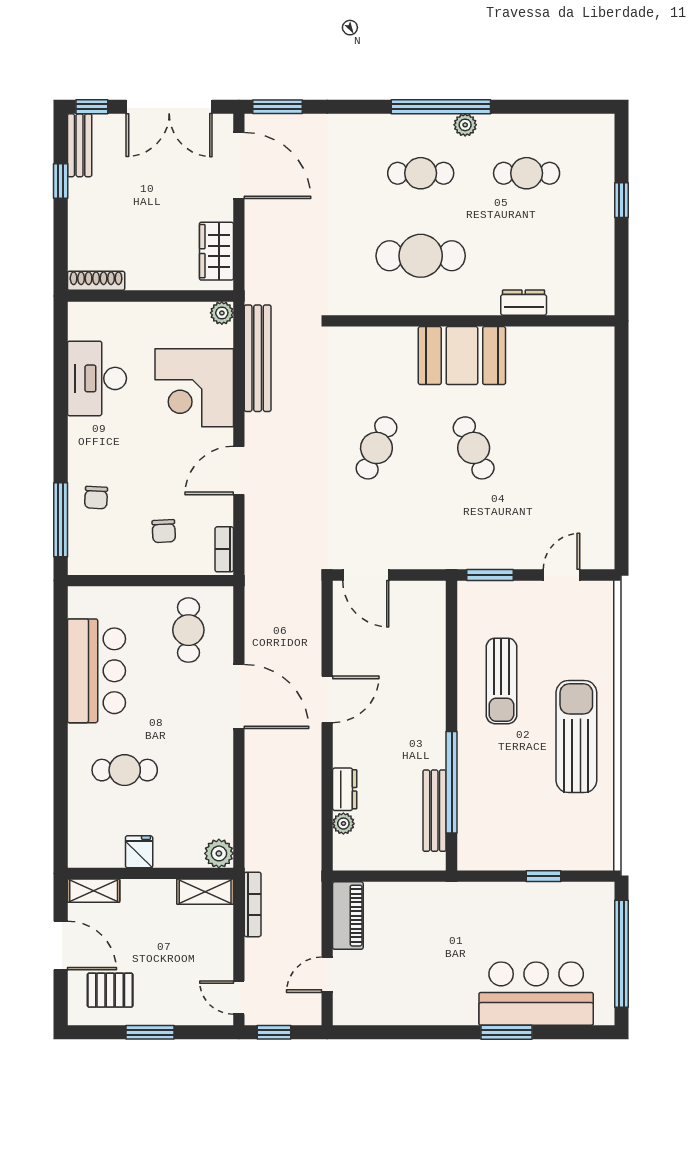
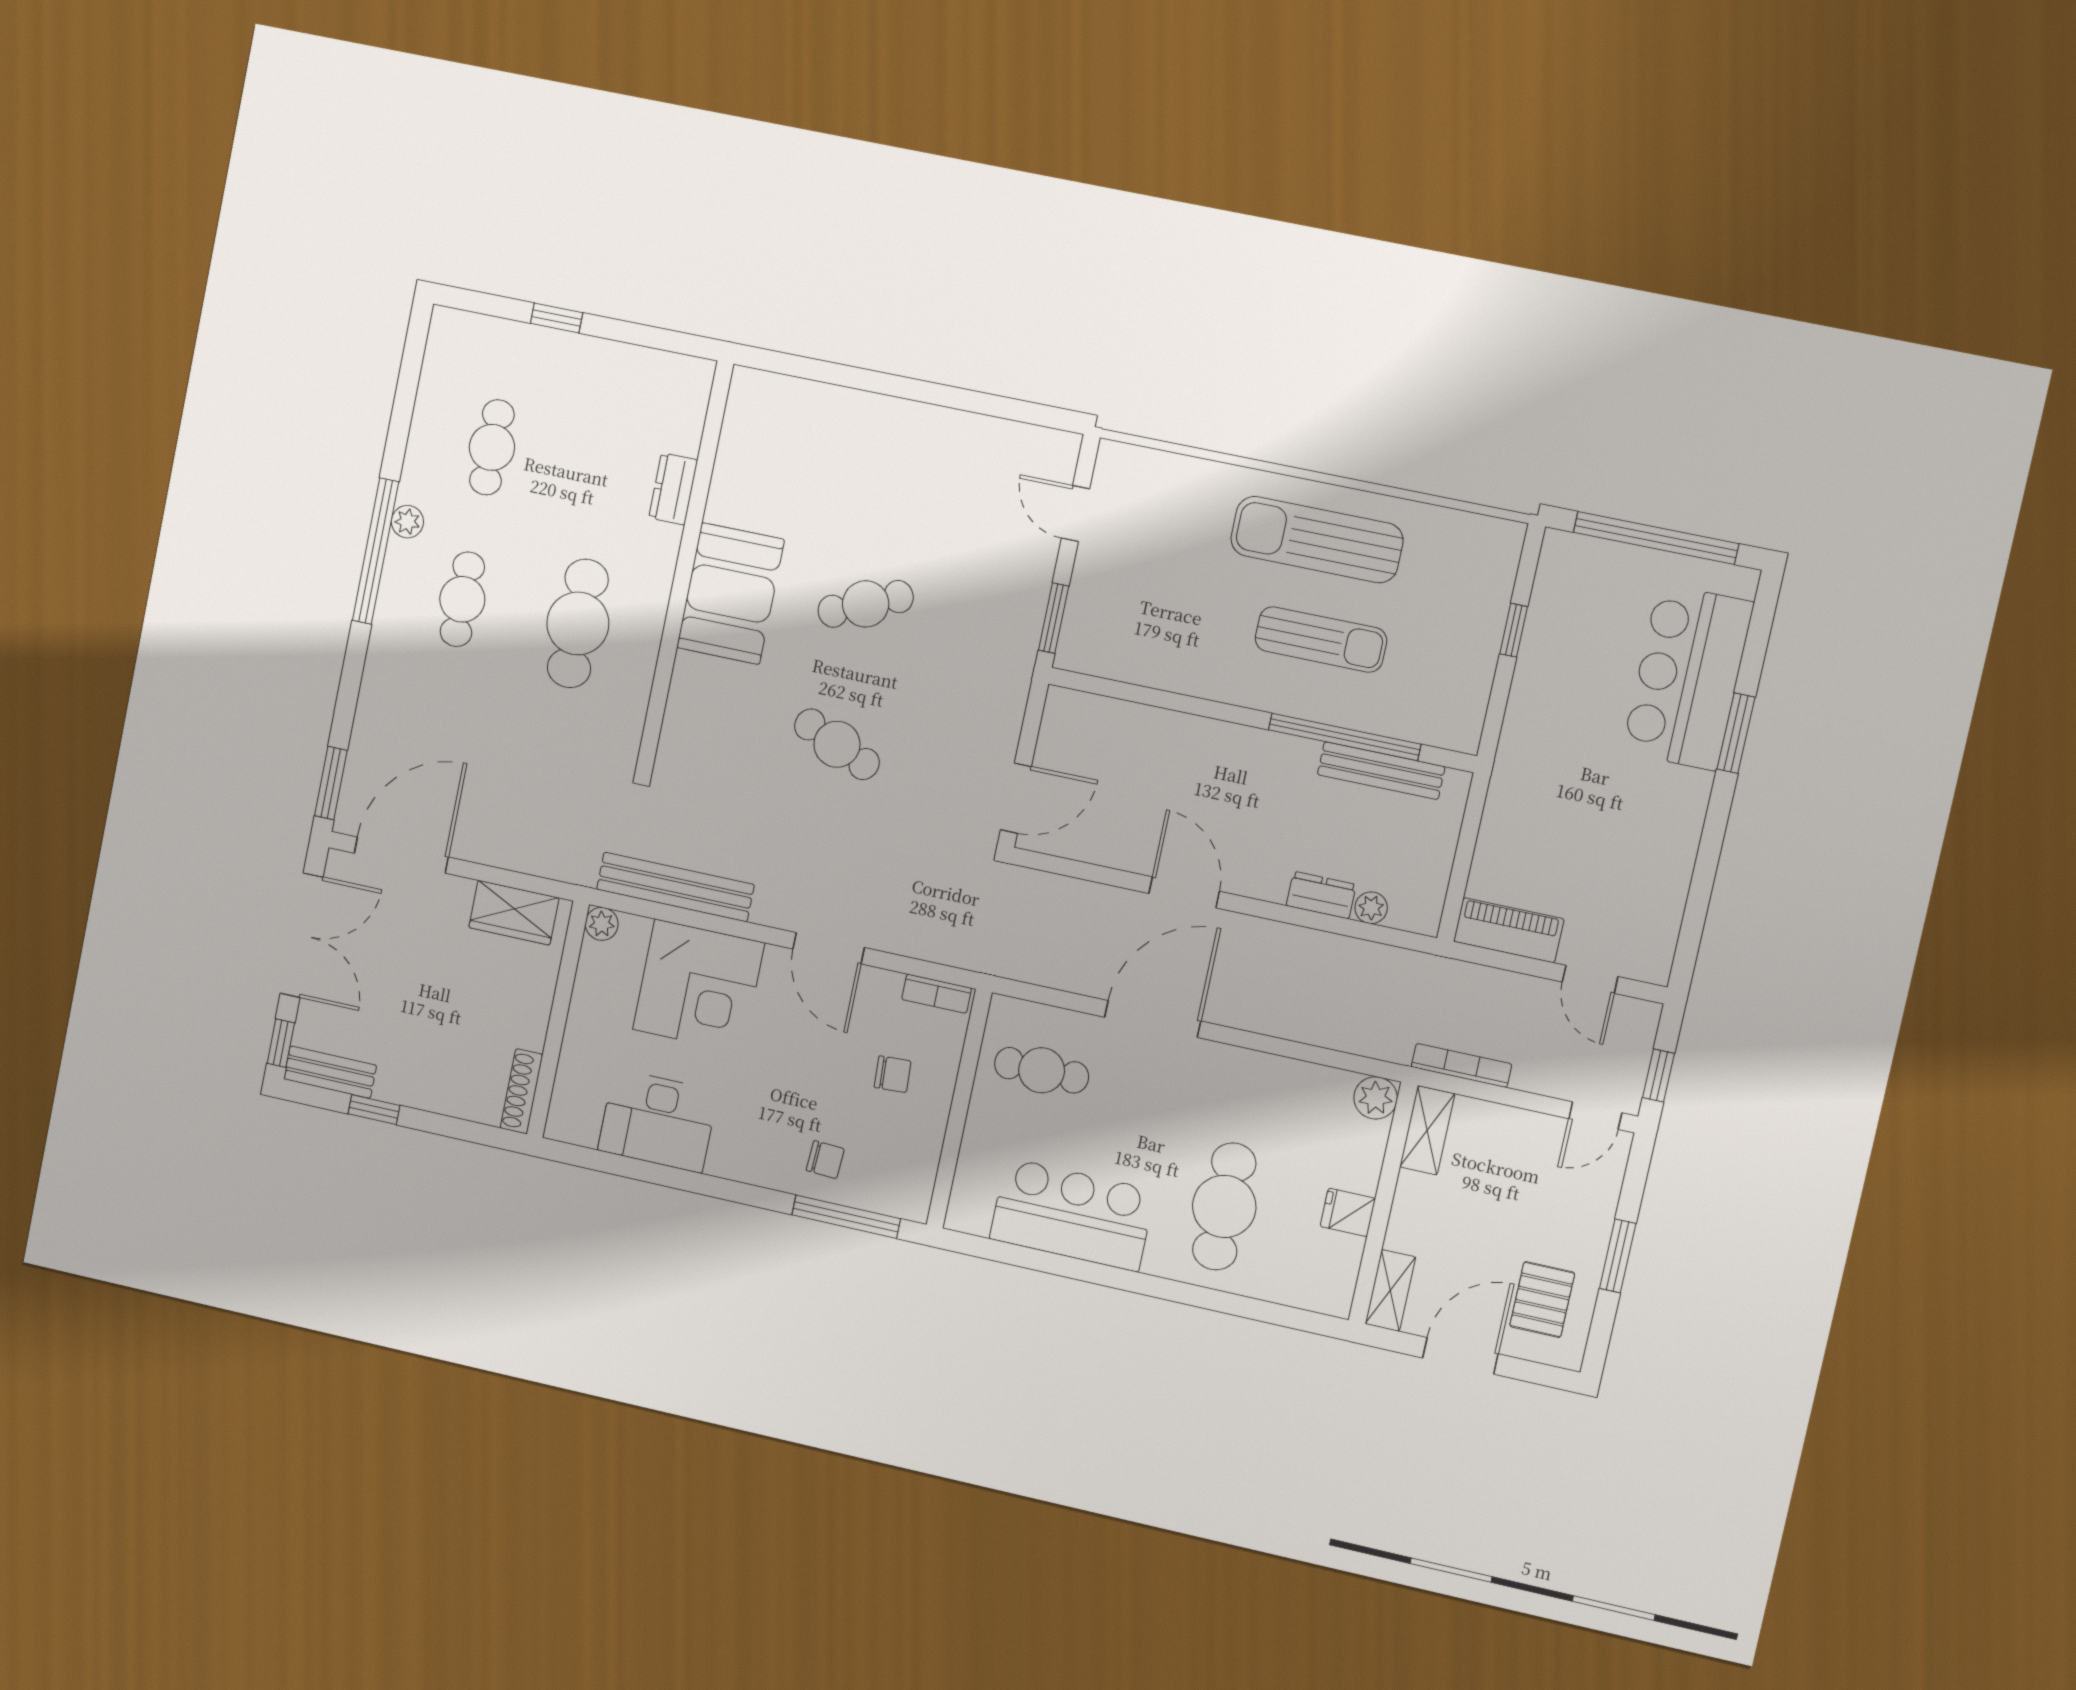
sun lounger: (501, 681) -> (1321, 639), moved
cafe table: (125, 770) -> (1224, 1206), width x1.37, depth x1.35

